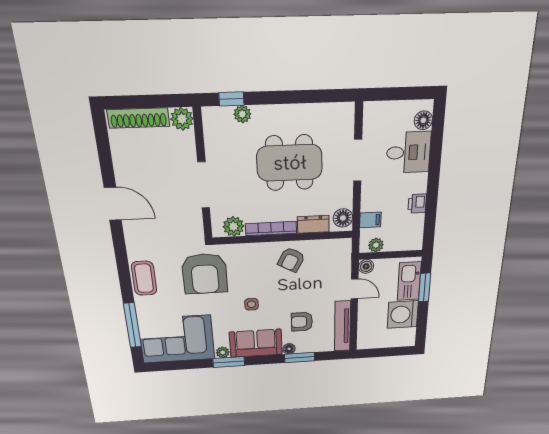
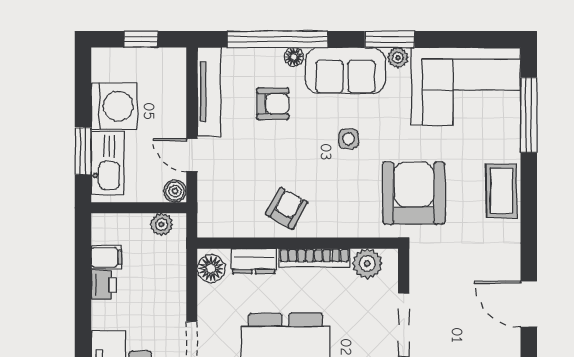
filing cabinet: (370, 220) -> (106, 257), moved, turned 180
window: (384, 352) -> (141, 39), added
window: (300, 358) -> (277, 39), width x2.11

